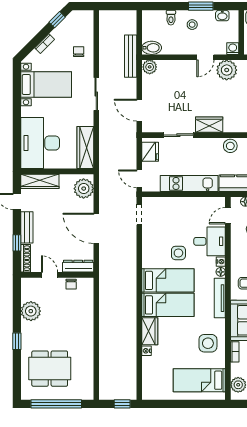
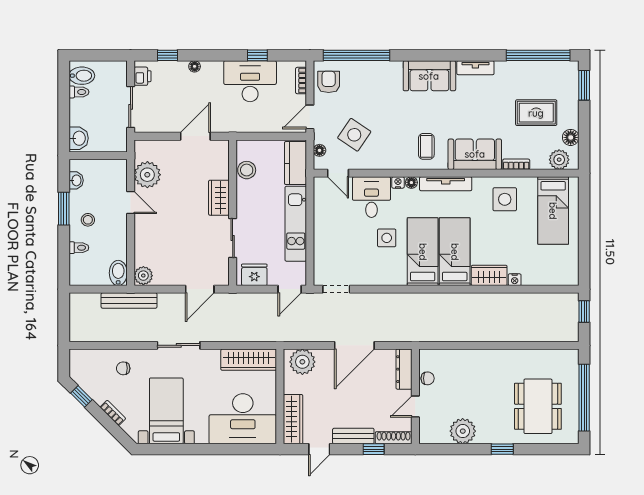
washing machine: (233, 49) -> (119, 167), removed

